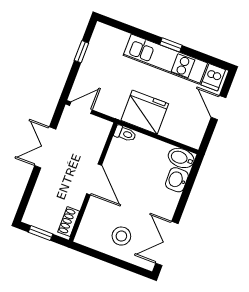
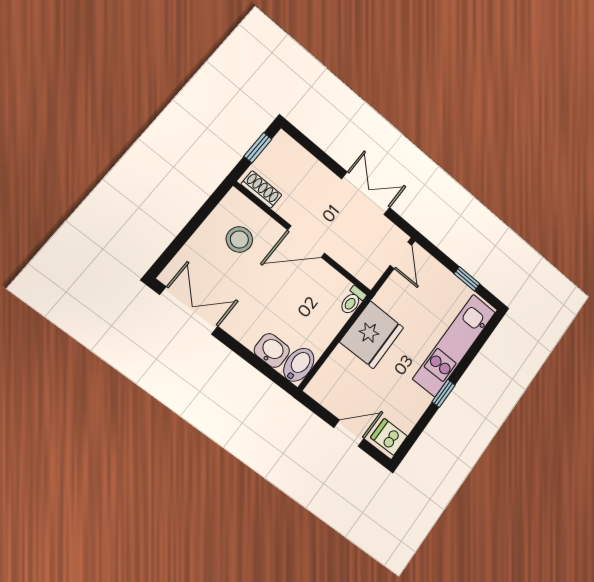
kitchen unit: (165, 59) -> (454, 345), moved
stool: (121, 236) -> (239, 239), moved

